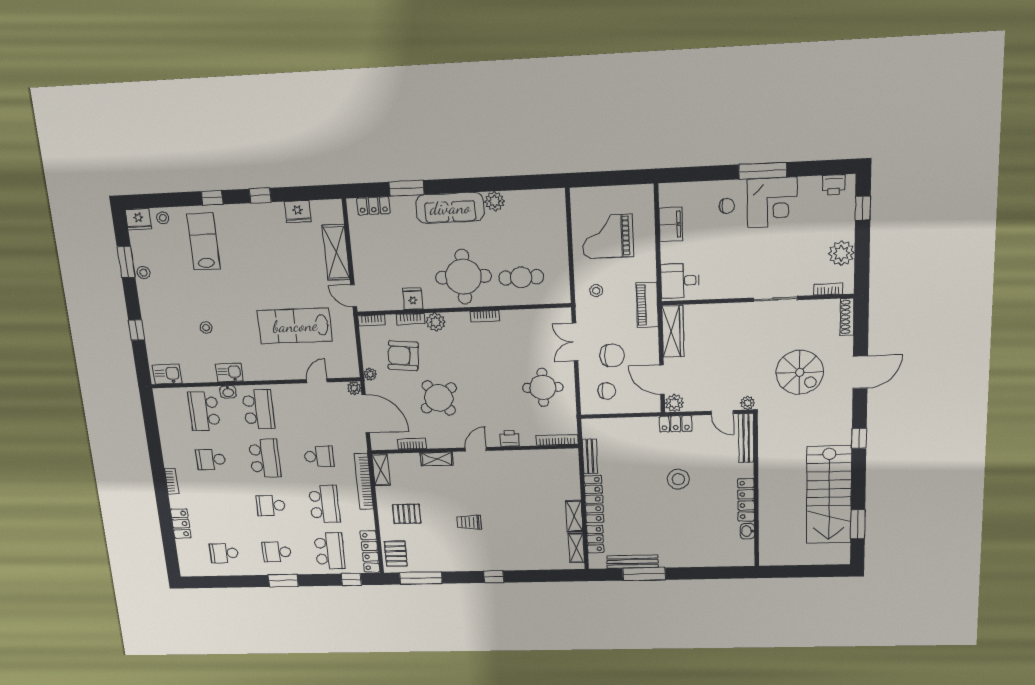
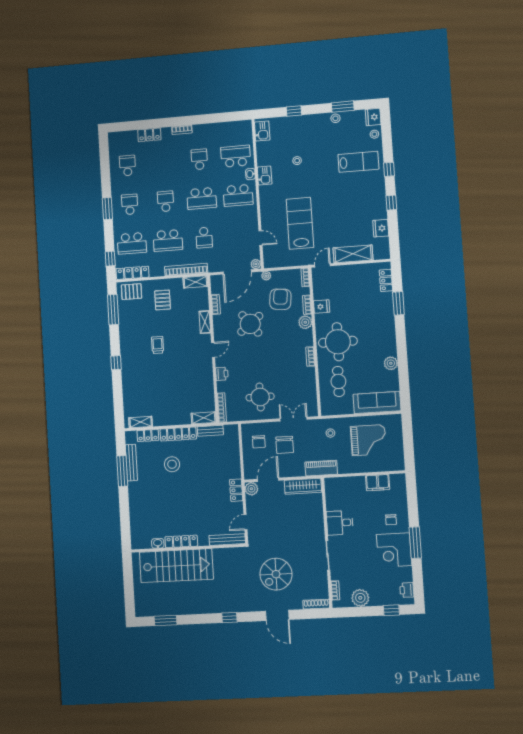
sofa: (450, 208) -> (377, 402), moved, turned 90
grand piano: (608, 236) -> (368, 440), turned 90
desk: (680, 281) -> (340, 523), moved, turned -90
plant: (748, 403) -> (253, 539), removed
door: (476, 449) -> (213, 350), hinge flipped
stool: (678, 479) -> (172, 464), moved
stairs: (829, 495) -> (176, 566), moved, turned 180
shelving: (574, 516) -> (204, 418), moved

